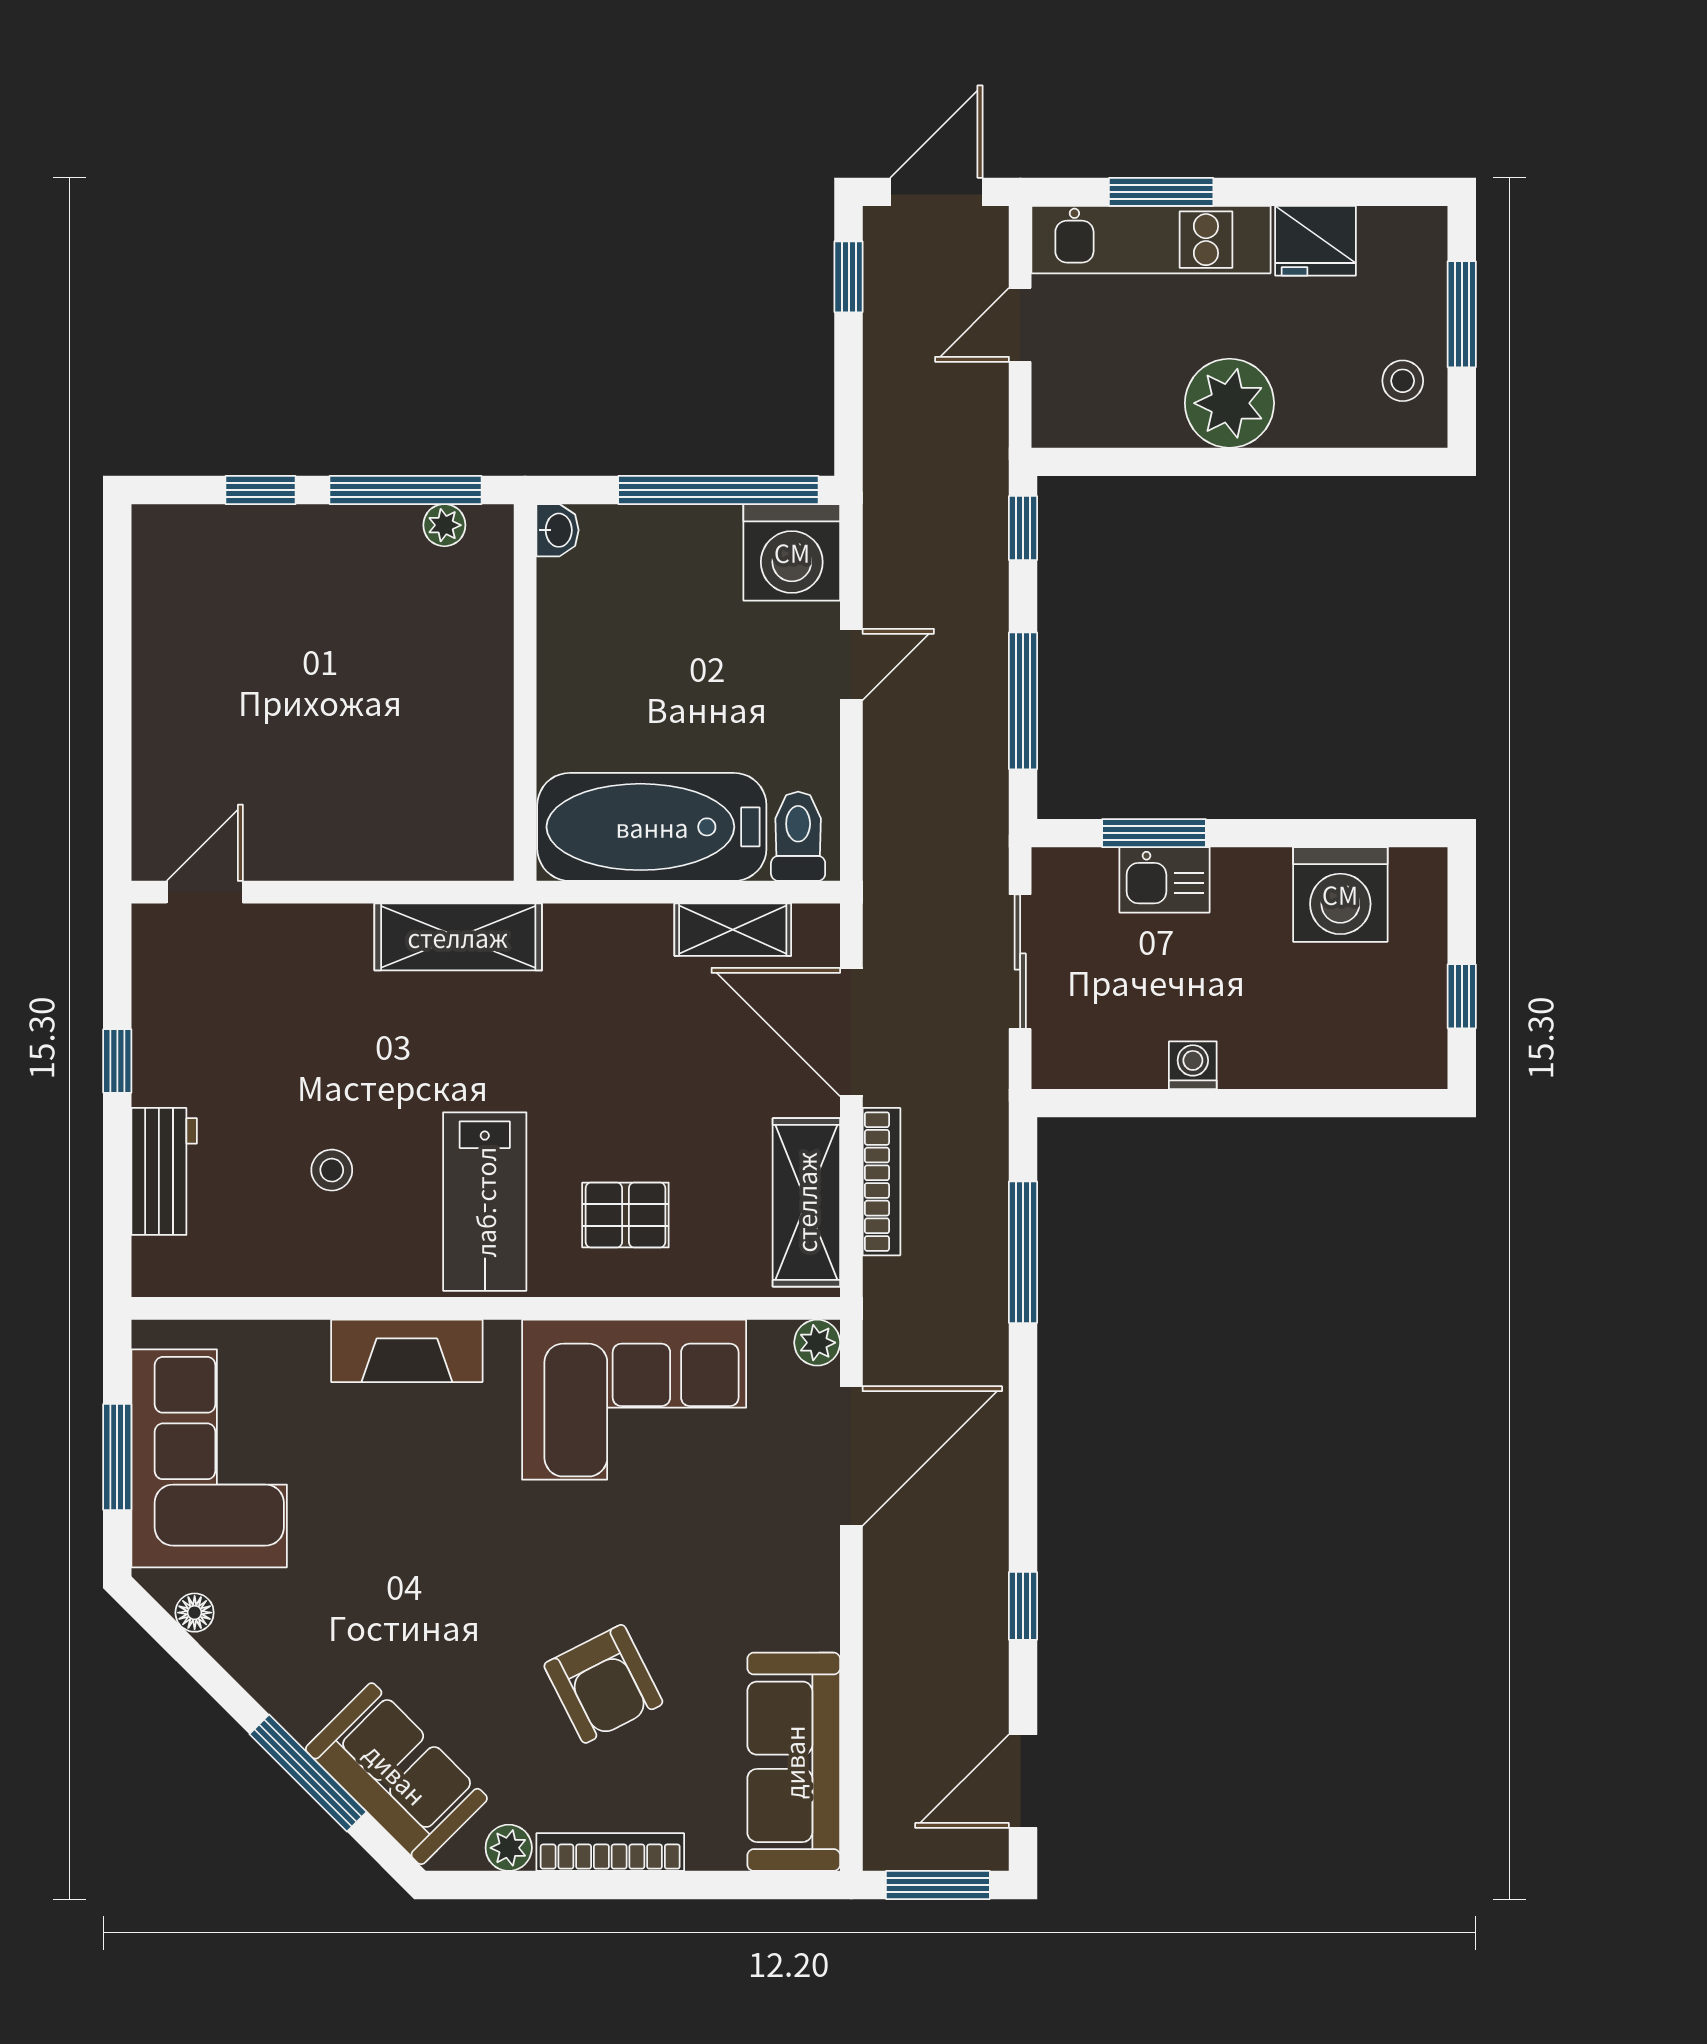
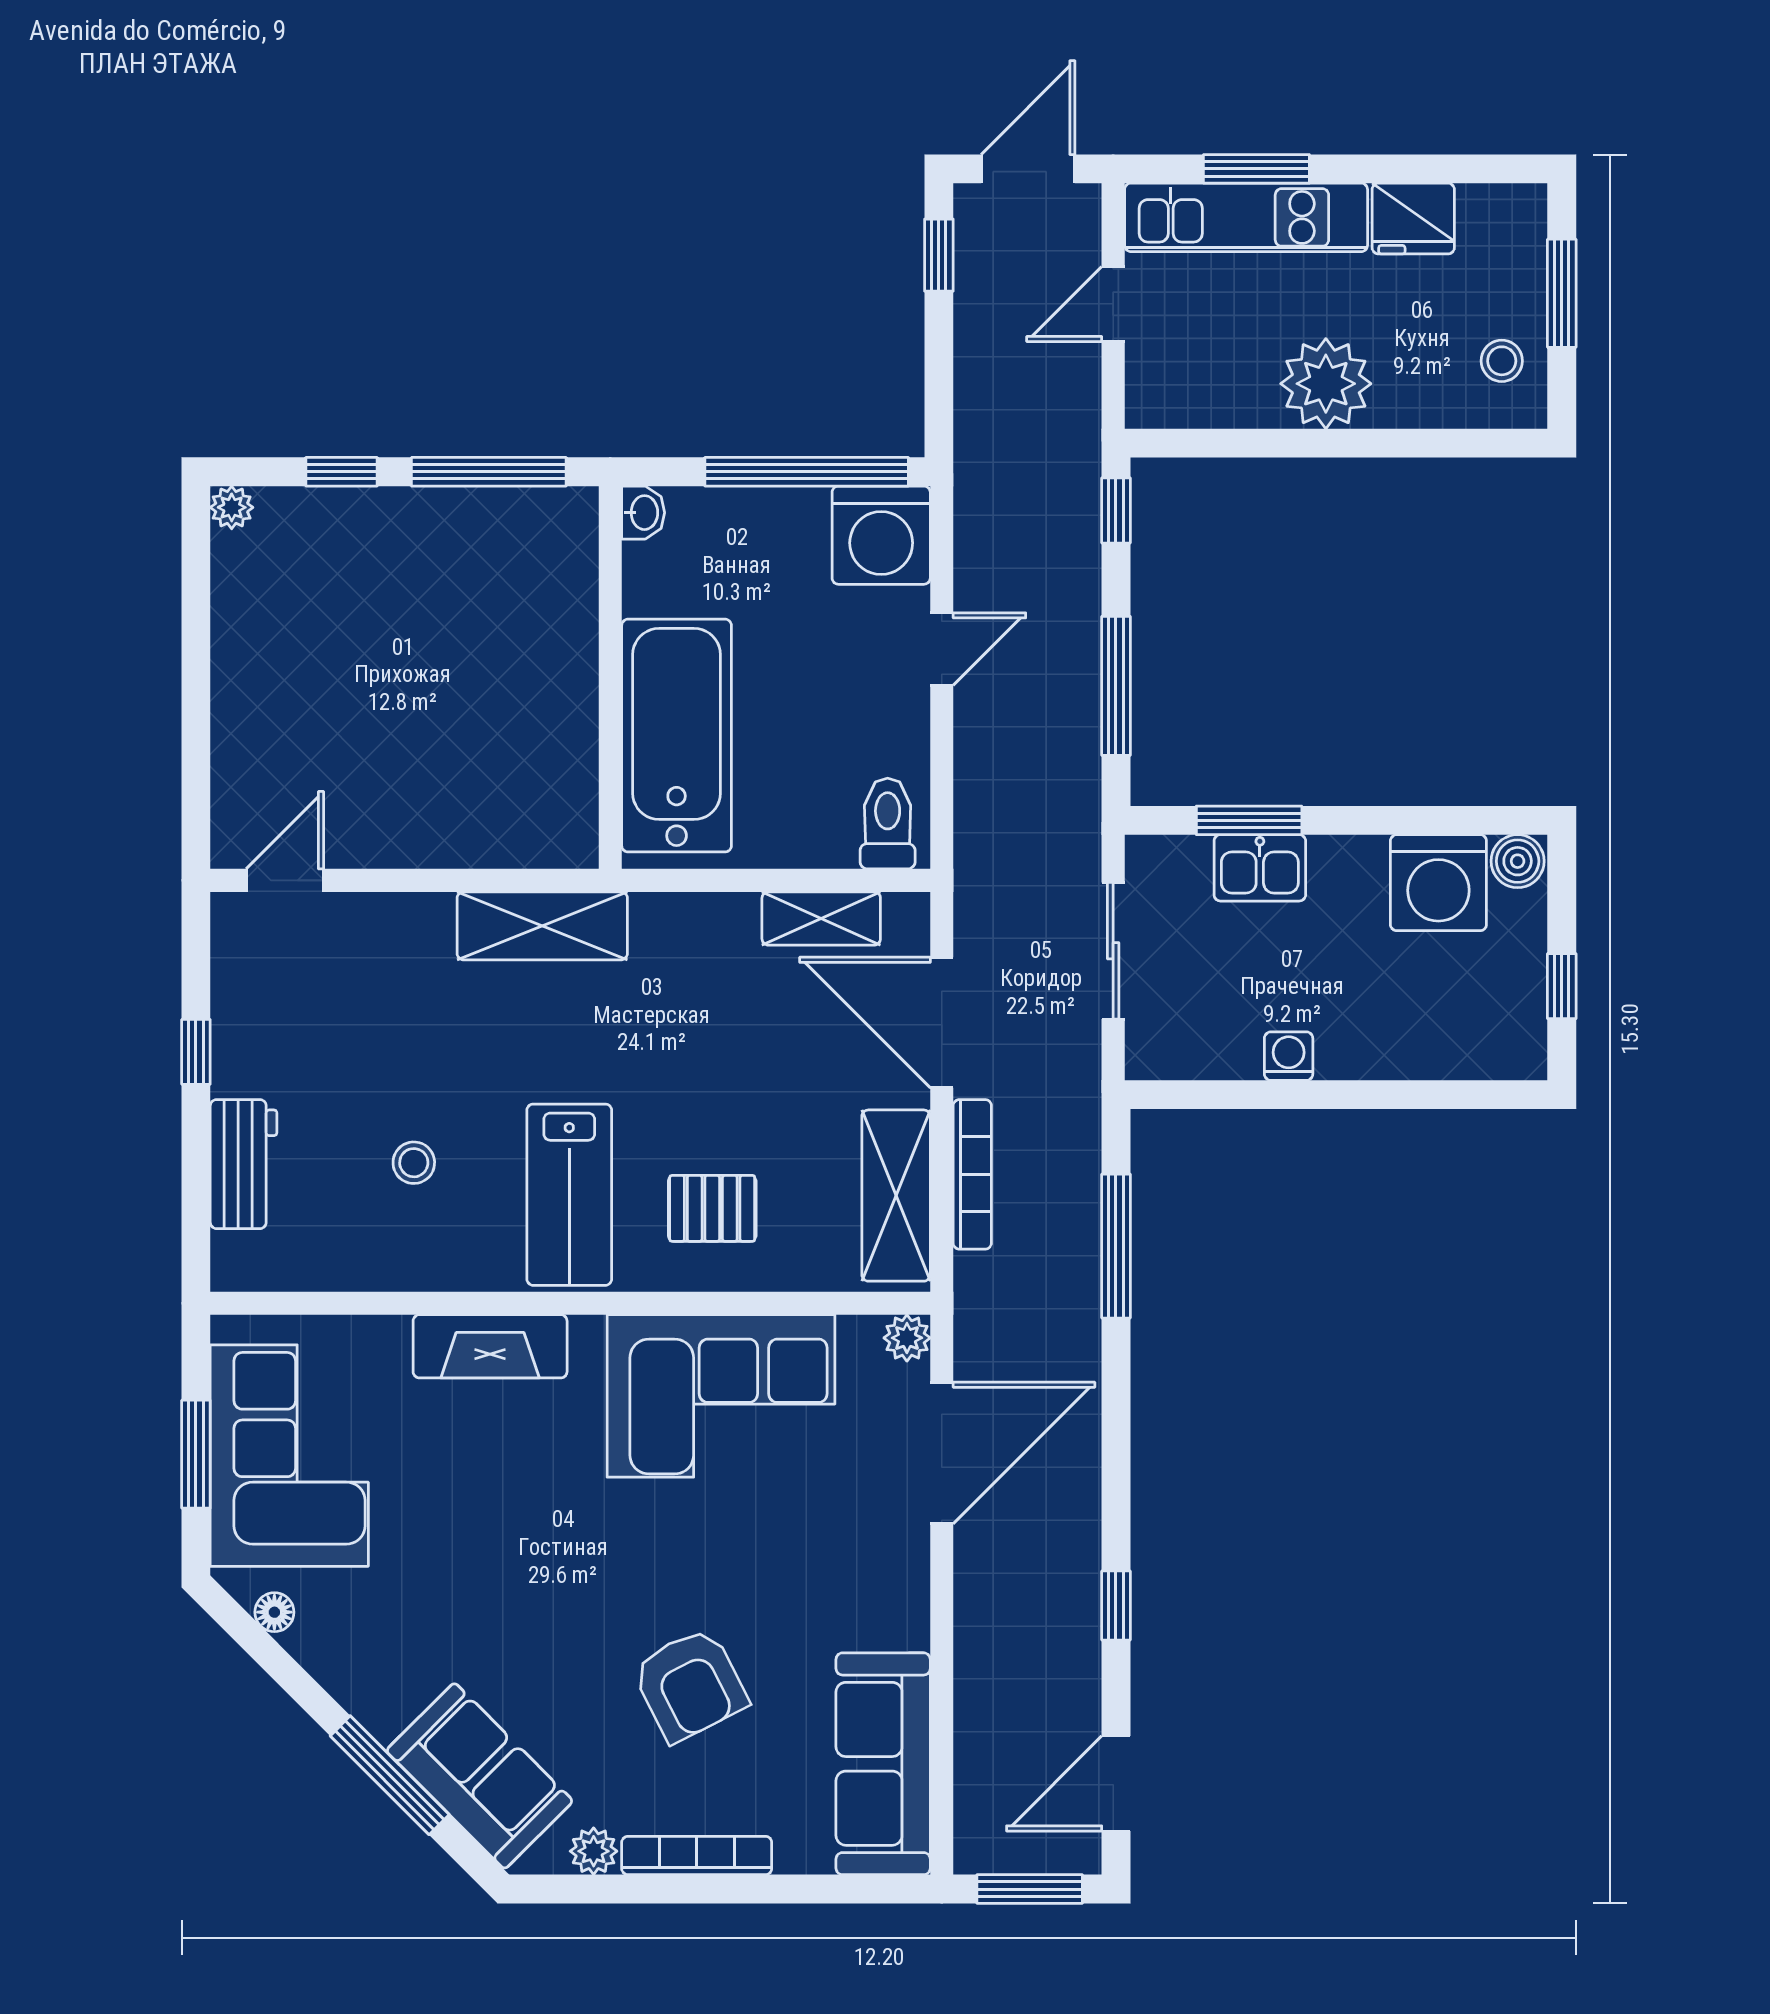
plant: (444, 525) -> (232, 507), moved
bathtub: (652, 827) -> (677, 736), moved, turned 90
boiler: (1418, 873) -> (1518, 861), added

